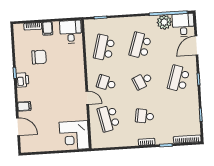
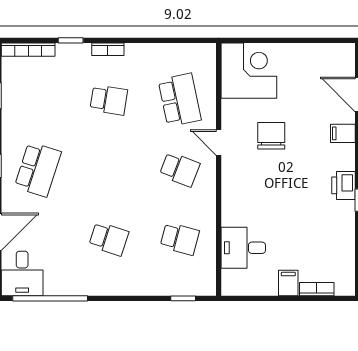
plant: (164, 22) -> (59, 281), removed
desk: (71, 32) -> (243, 248), moved, turned 90
school desk: (140, 45) -> (109, 239), width x0.54
school desk: (104, 48) -> (180, 239), width x0.54
chair: (39, 57) -> (271, 136), moved, turned 90
school desk: (142, 81) -> (109, 169), removed

